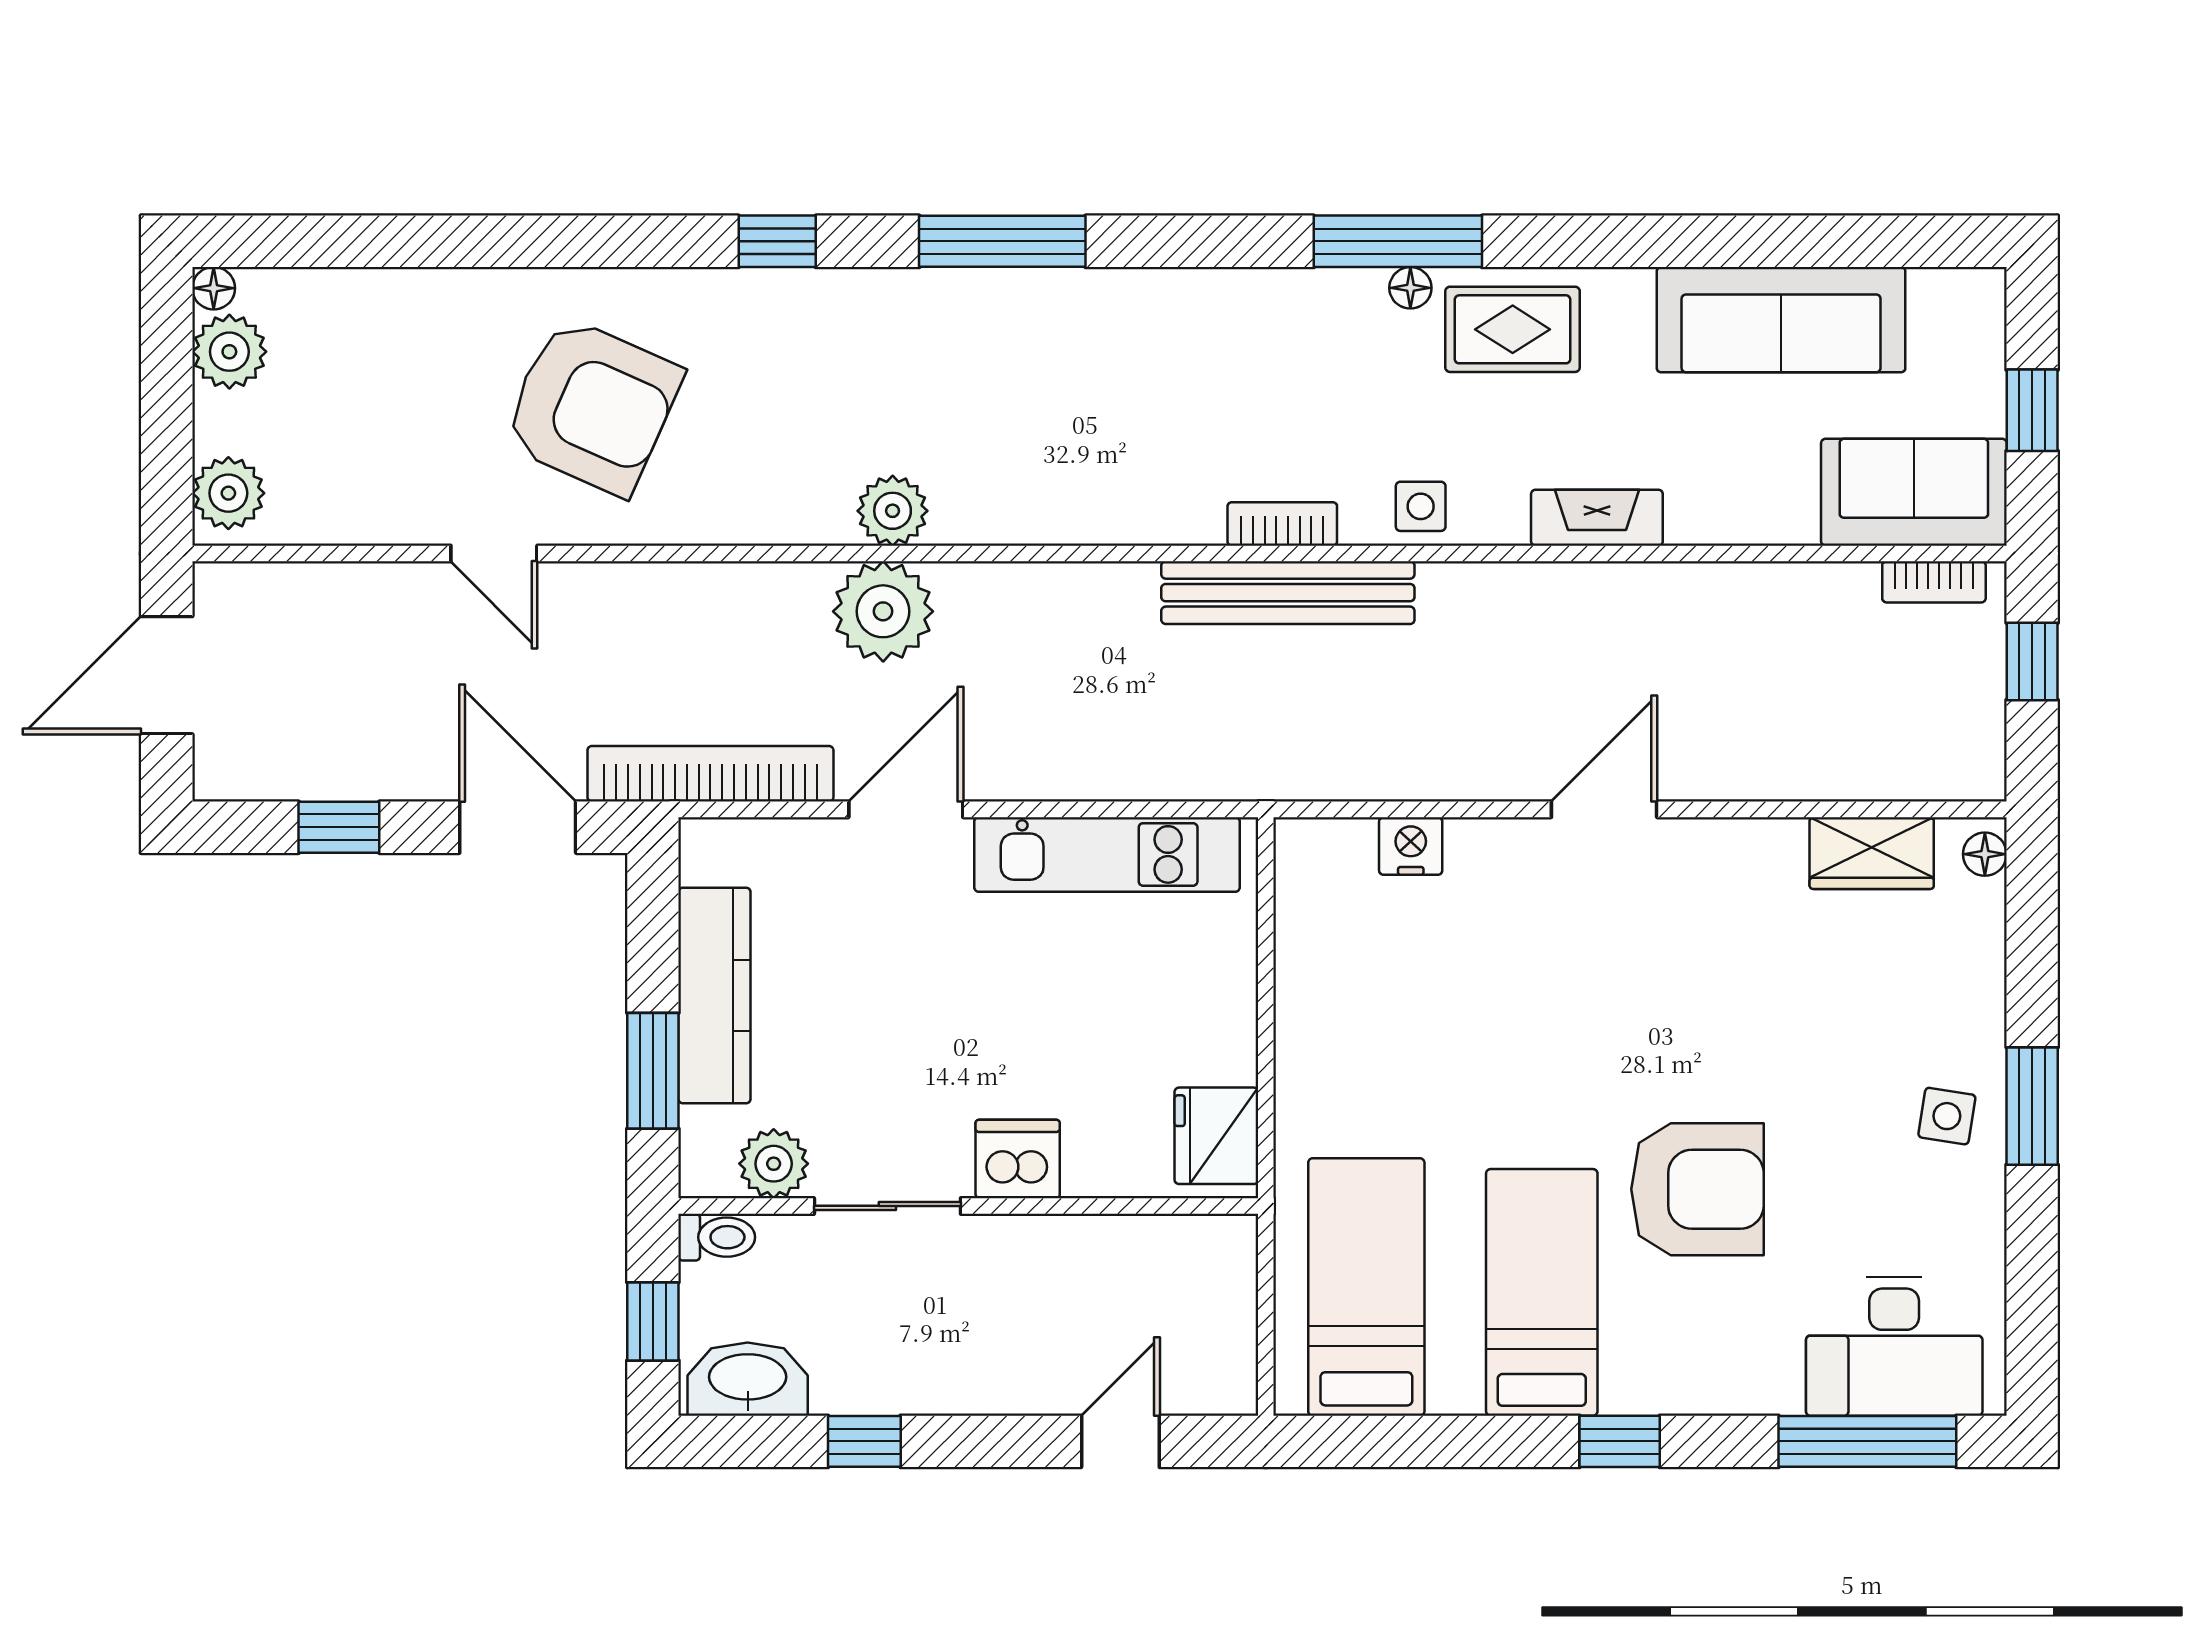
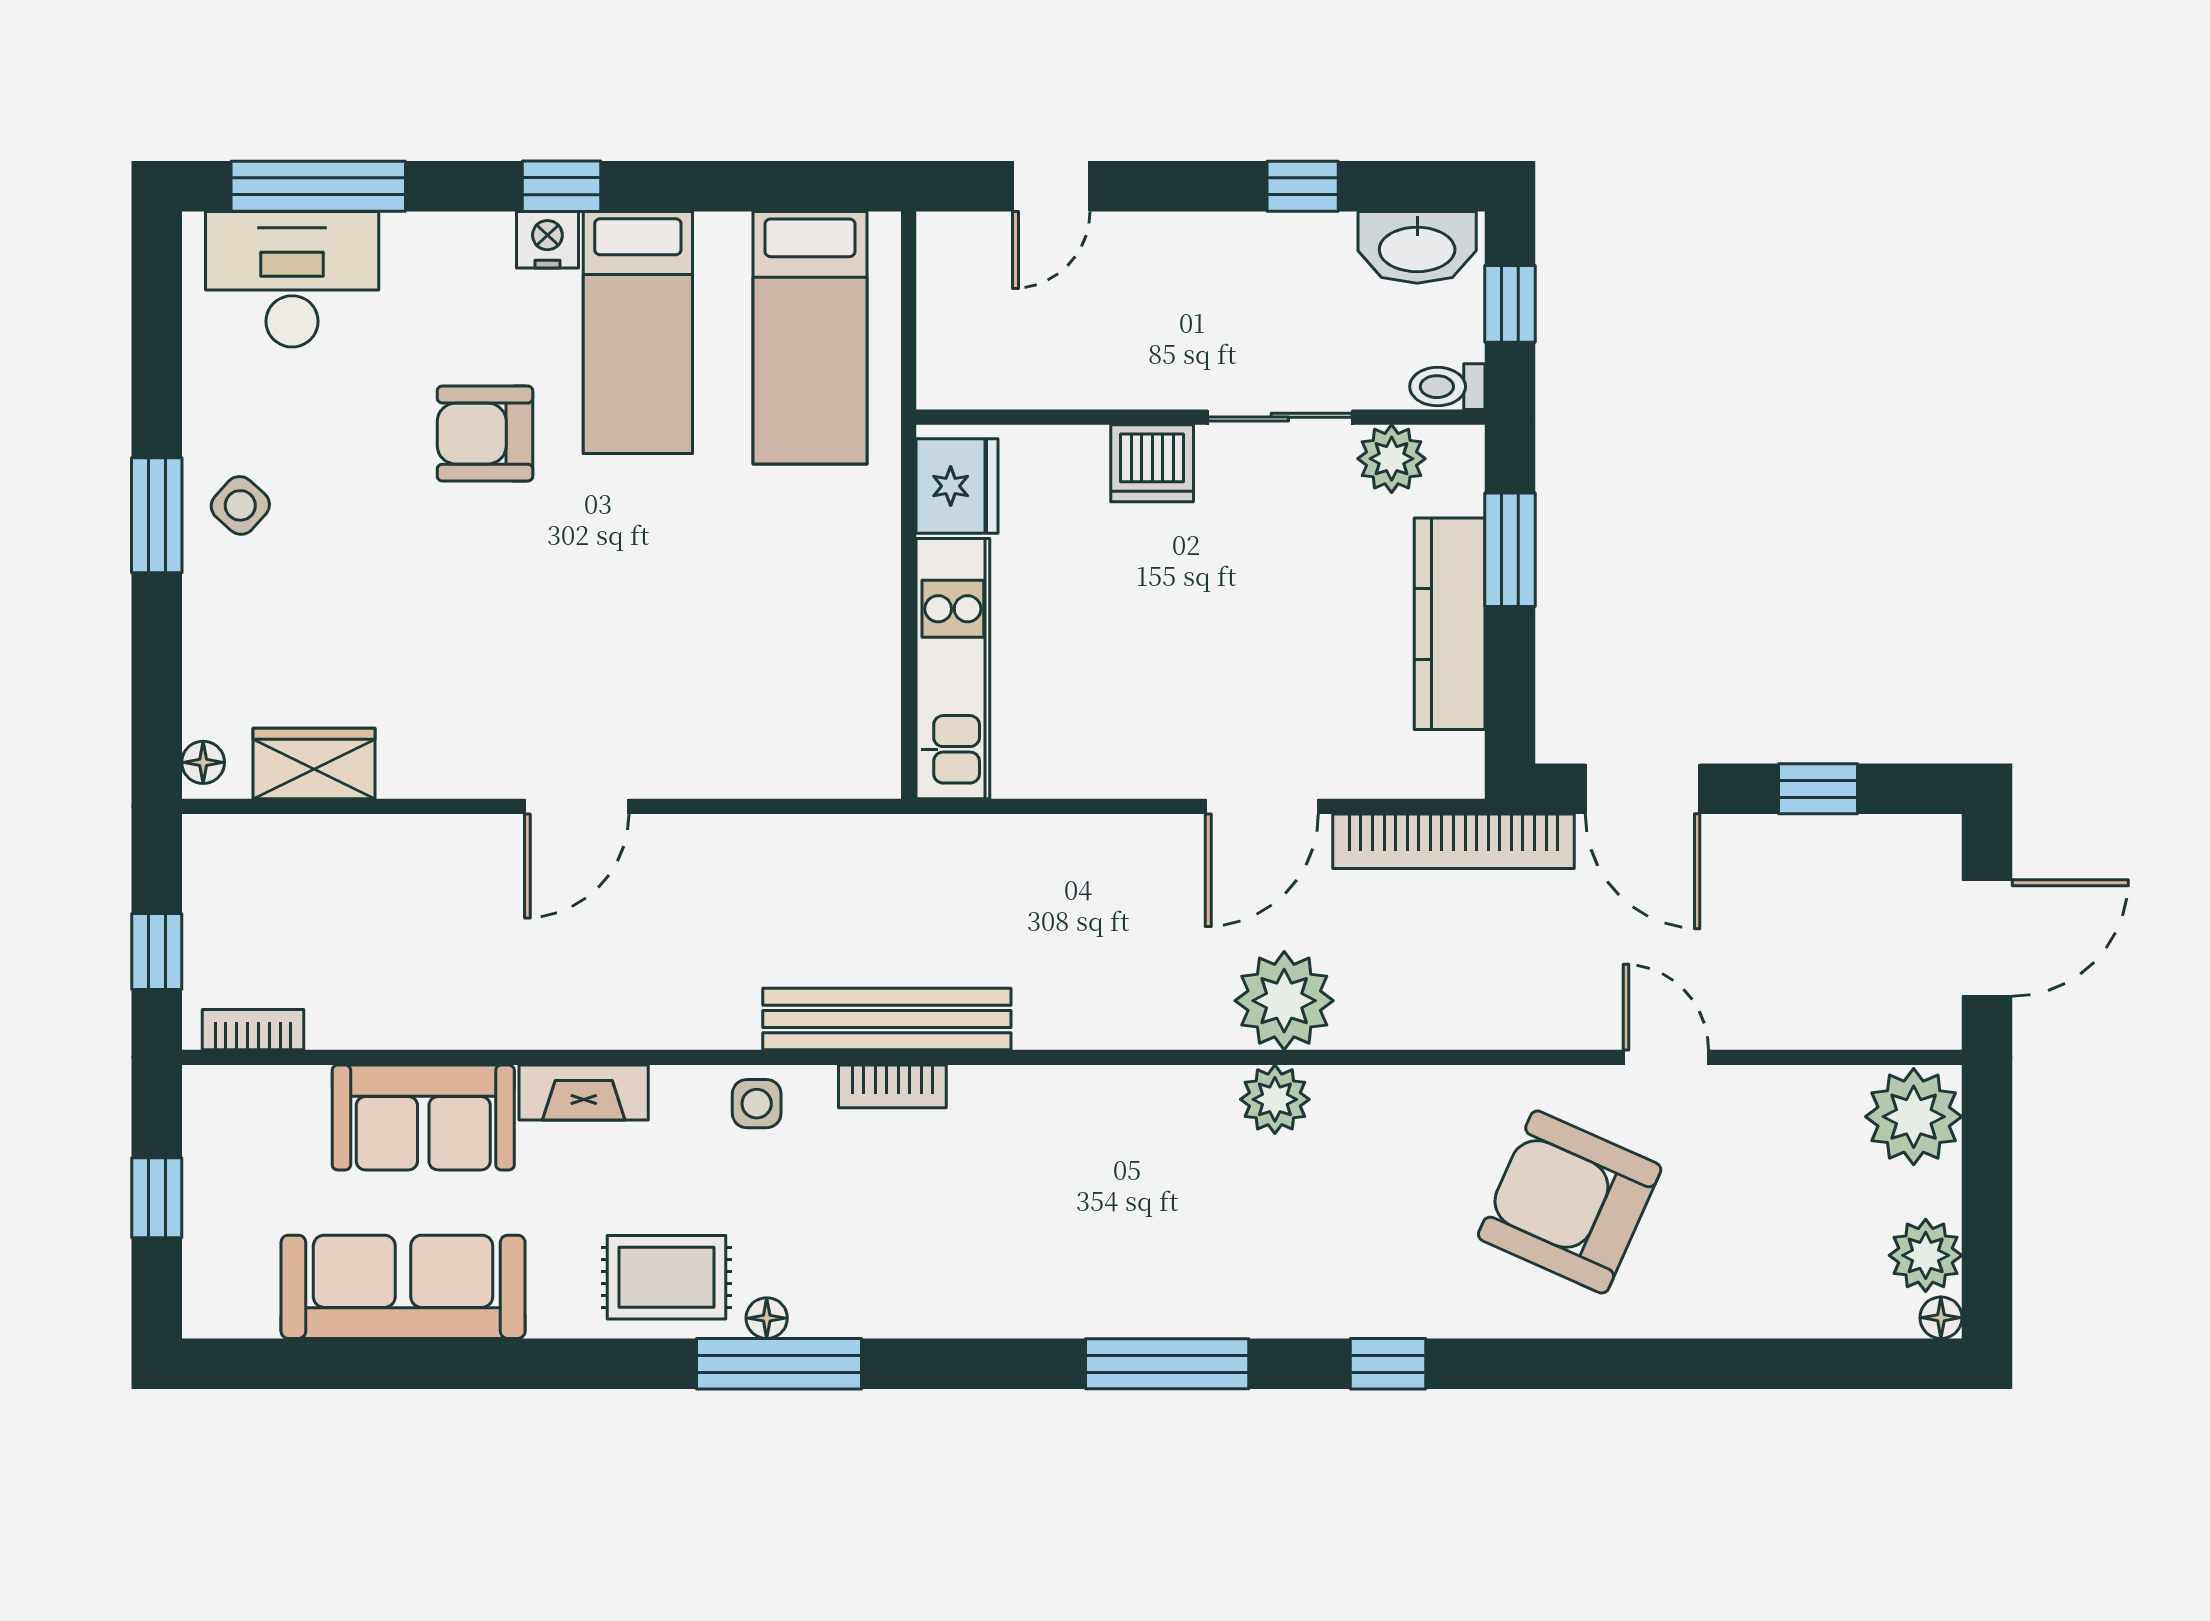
sofa: (1914, 492) -> (423, 1117), moved
plant: (228, 493) -> (1914, 1117), width x1.36, depth x1.36
nightstand: (1411, 846) -> (547, 240), moved, turned 180
kitchen unit: (1107, 854) -> (953, 669), moved, turned 90
side table: (1947, 1116) -> (240, 505), turned 33
armchair: (1697, 1189) -> (485, 434), width x0.73, depth x0.73

